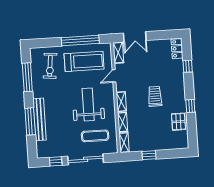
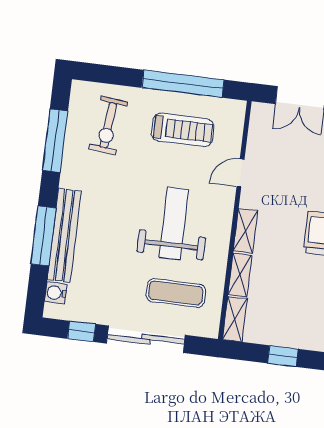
shelving: (118, 53) -> (259, 125), removed
treadmill: (84, 61) -> (183, 130), width x0.73, depth x0.73
water cooler: (41, 146) -> (56, 293), added

